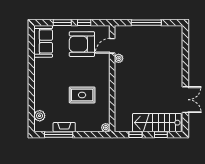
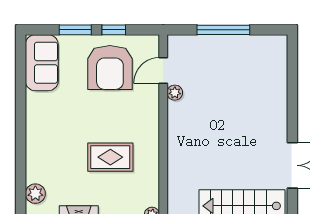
armchair: (82, 44) -> (110, 67), turned -90

